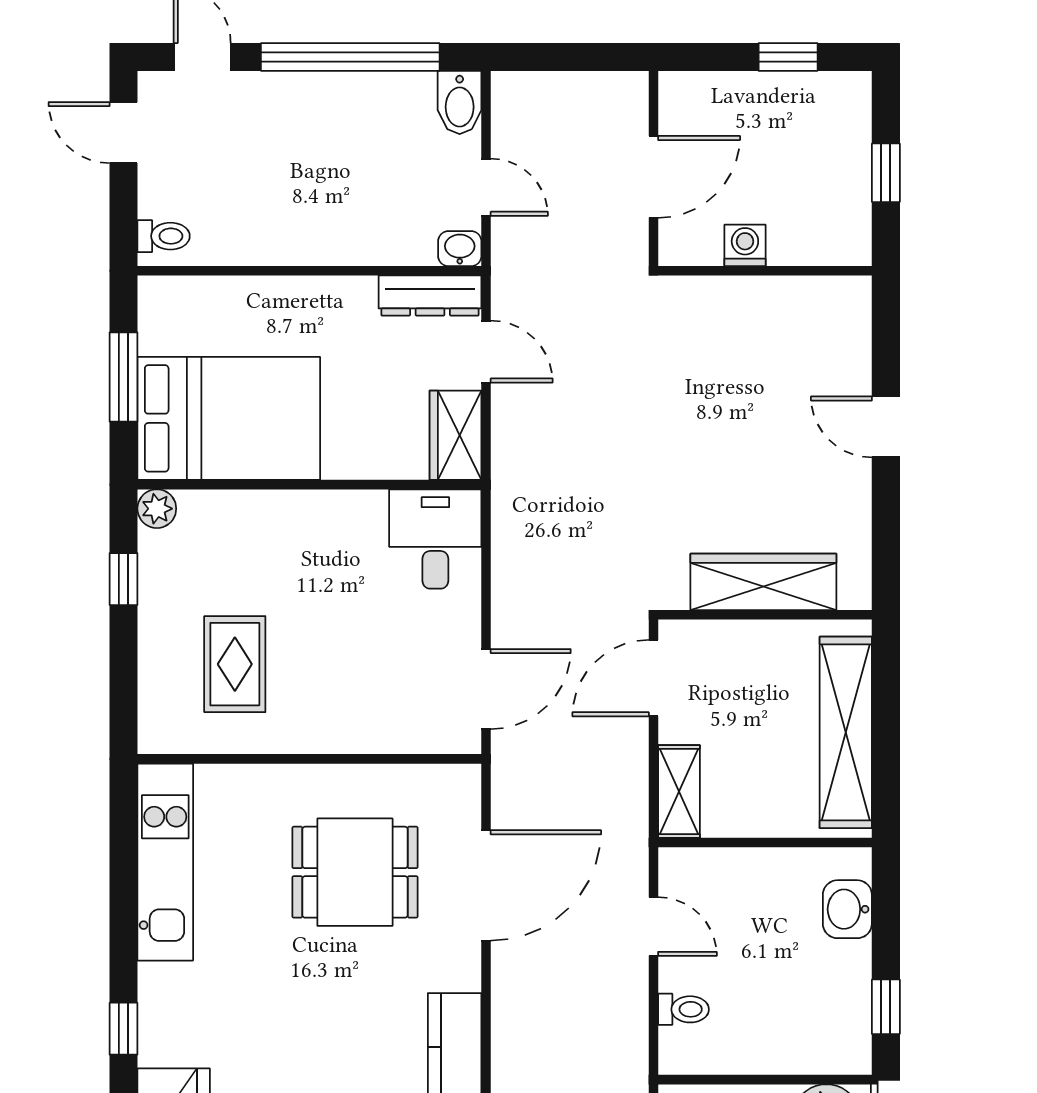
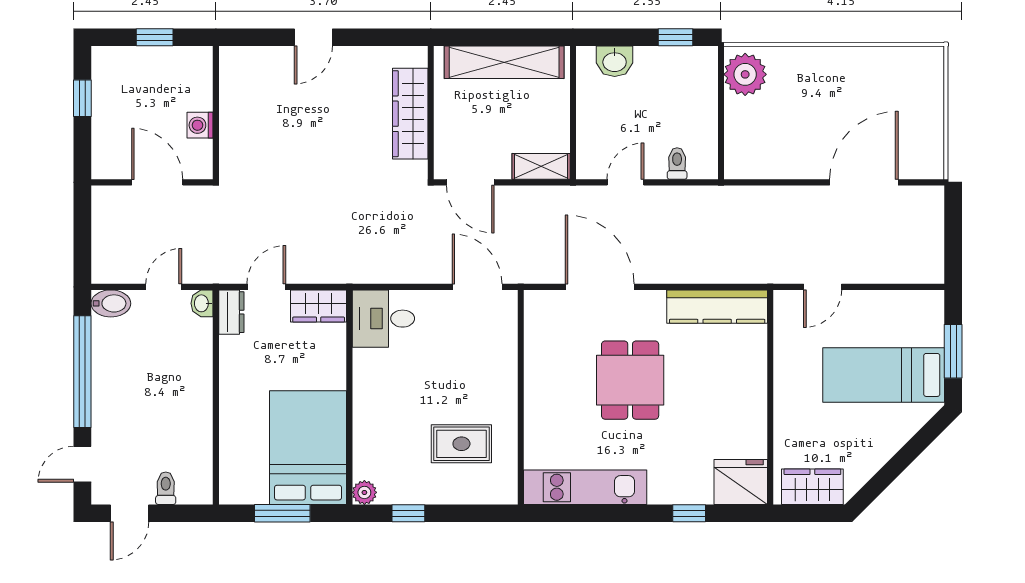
toilet: (164, 236) -> (166, 488), moved
dresser: (430, 296) -> (231, 312), width x0.70
dining table: (355, 872) -> (630, 380), moved

